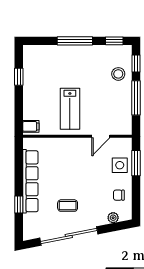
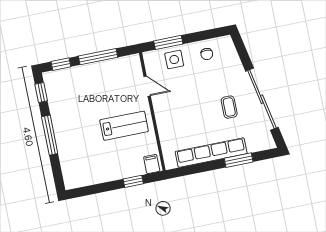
stool: (118, 74) -> (76, 81), removed
window: (19, 77) -> (133, 181), moved
window: (19, 204) -> (239, 160), width x1.50
plant: (113, 218) -> (232, 55), removed

